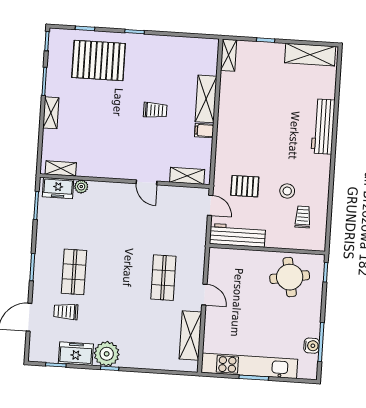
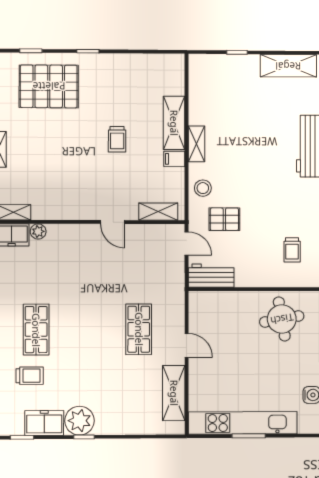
shelving: (229, 55) -> (196, 144), moved
trolley: (155, 110) -> (117, 139), turned 90
stool: (287, 191) -> (203, 188), moved
trolley: (303, 217) -> (292, 250), turned 180
workbench: (237, 235) -> (211, 276), width x0.73
trolley: (66, 312) -> (30, 376), turned 180

